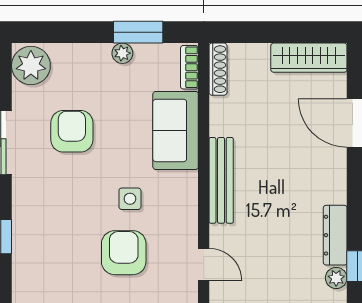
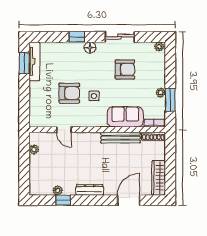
plant: (31, 66) -> (159, 47), width x0.53, depth x0.53
bench: (221, 180) -> (121, 138), moved
floor lamp: (24, 208) -> (90, 48), added
dresser: (335, 235) -> (90, 190), moved
door: (204, 265) -> (64, 130), hinge flipped

